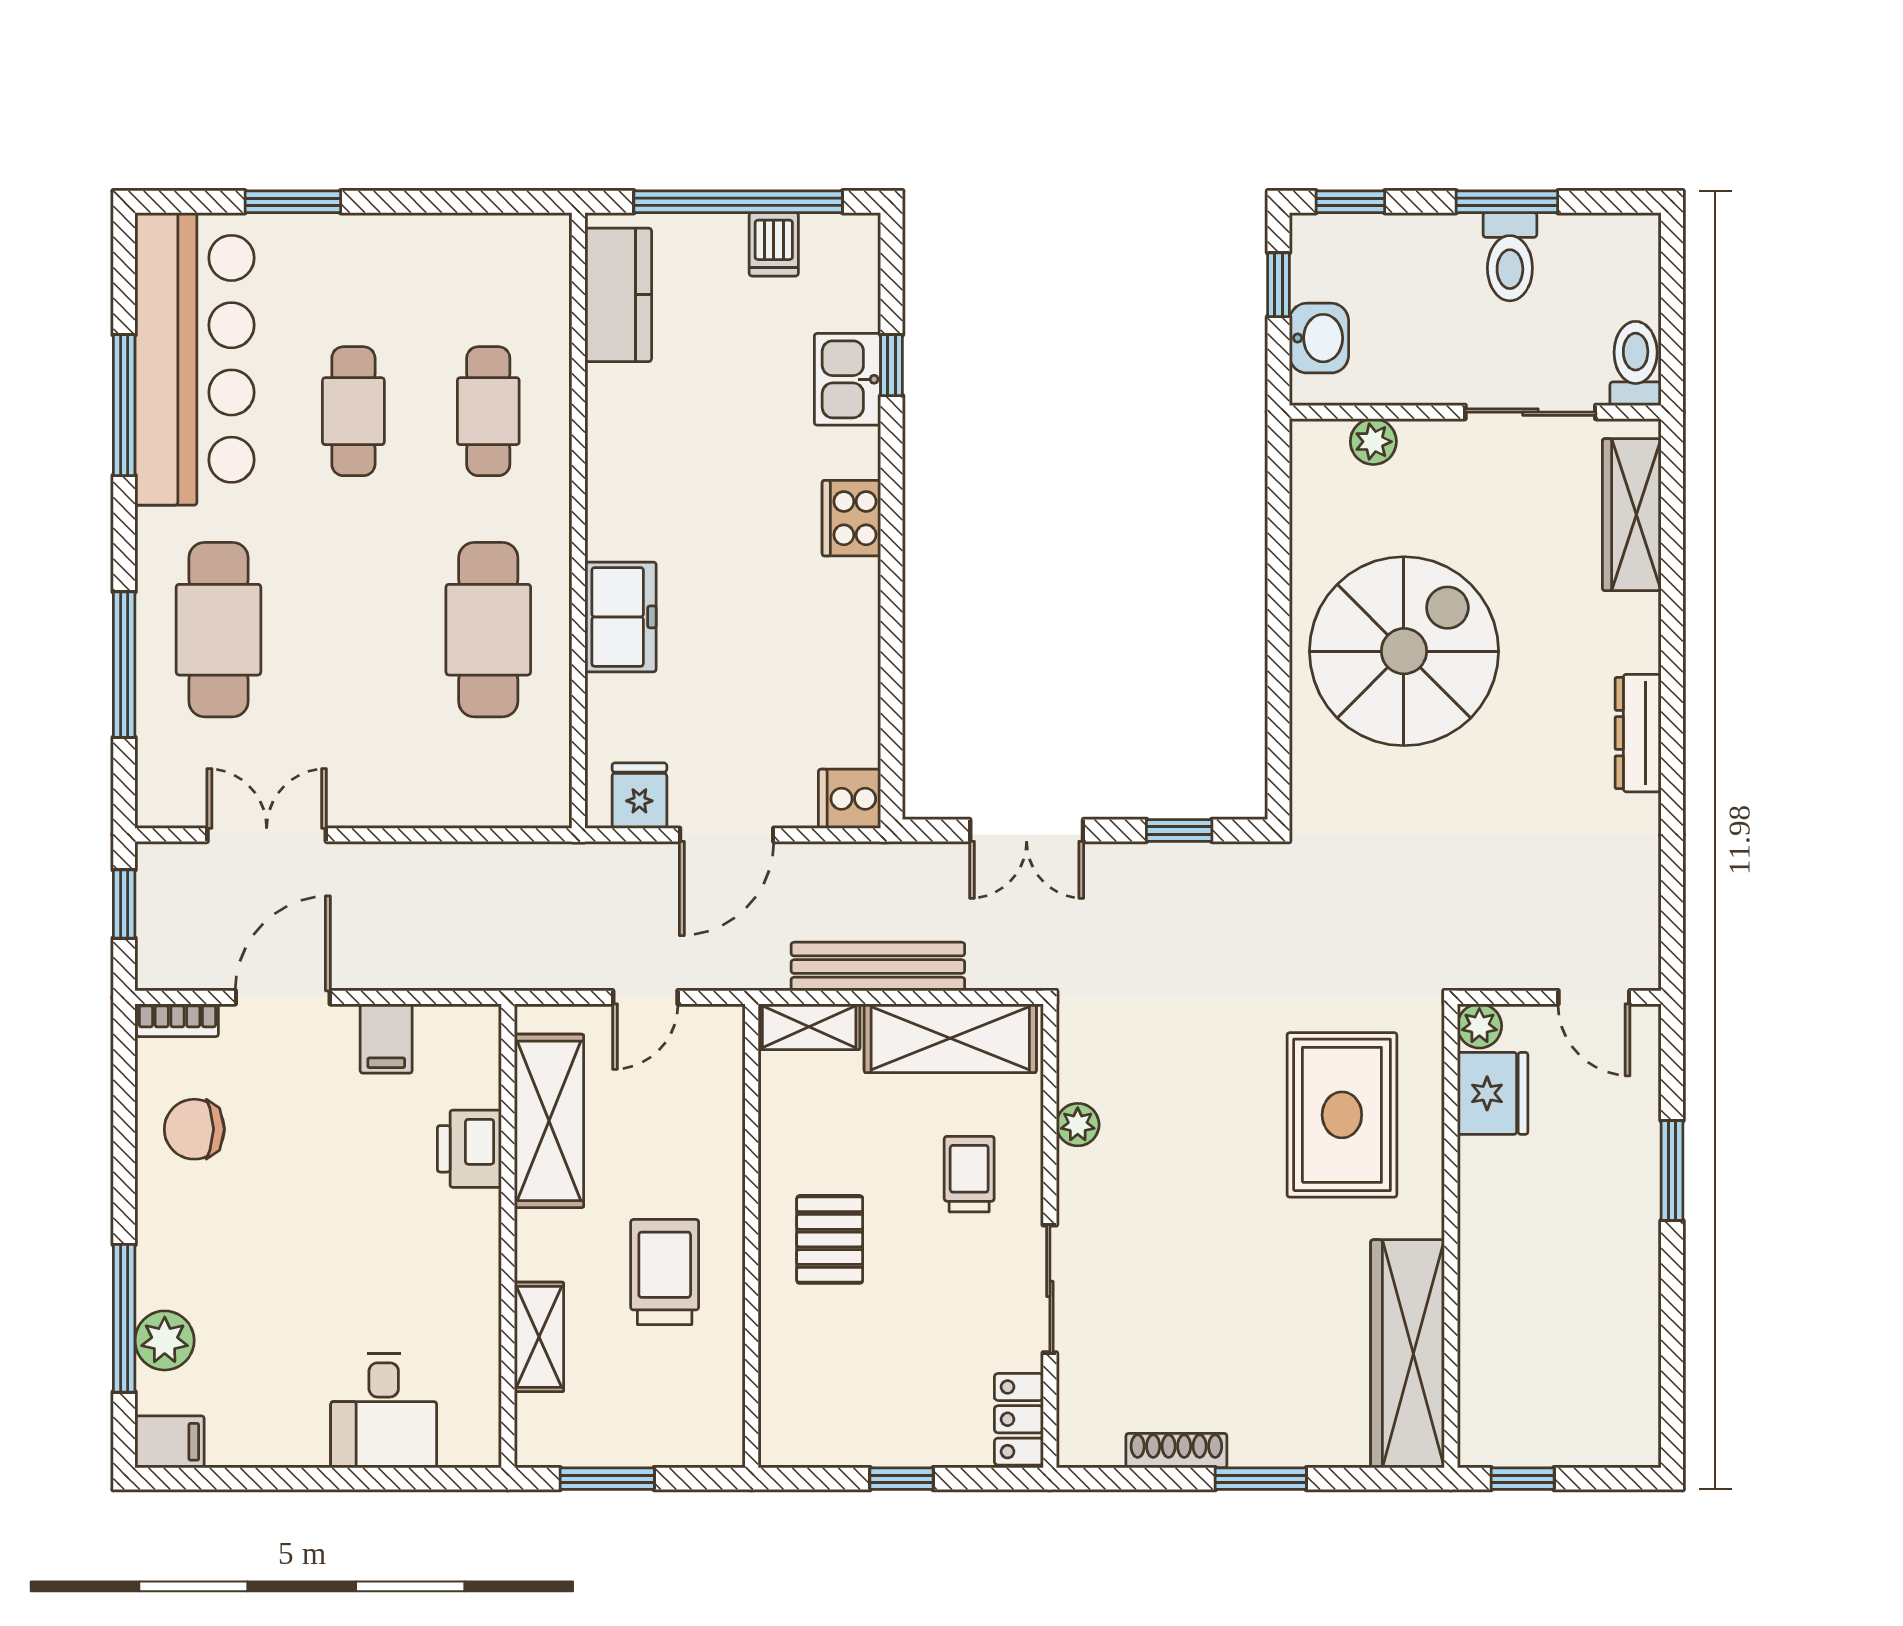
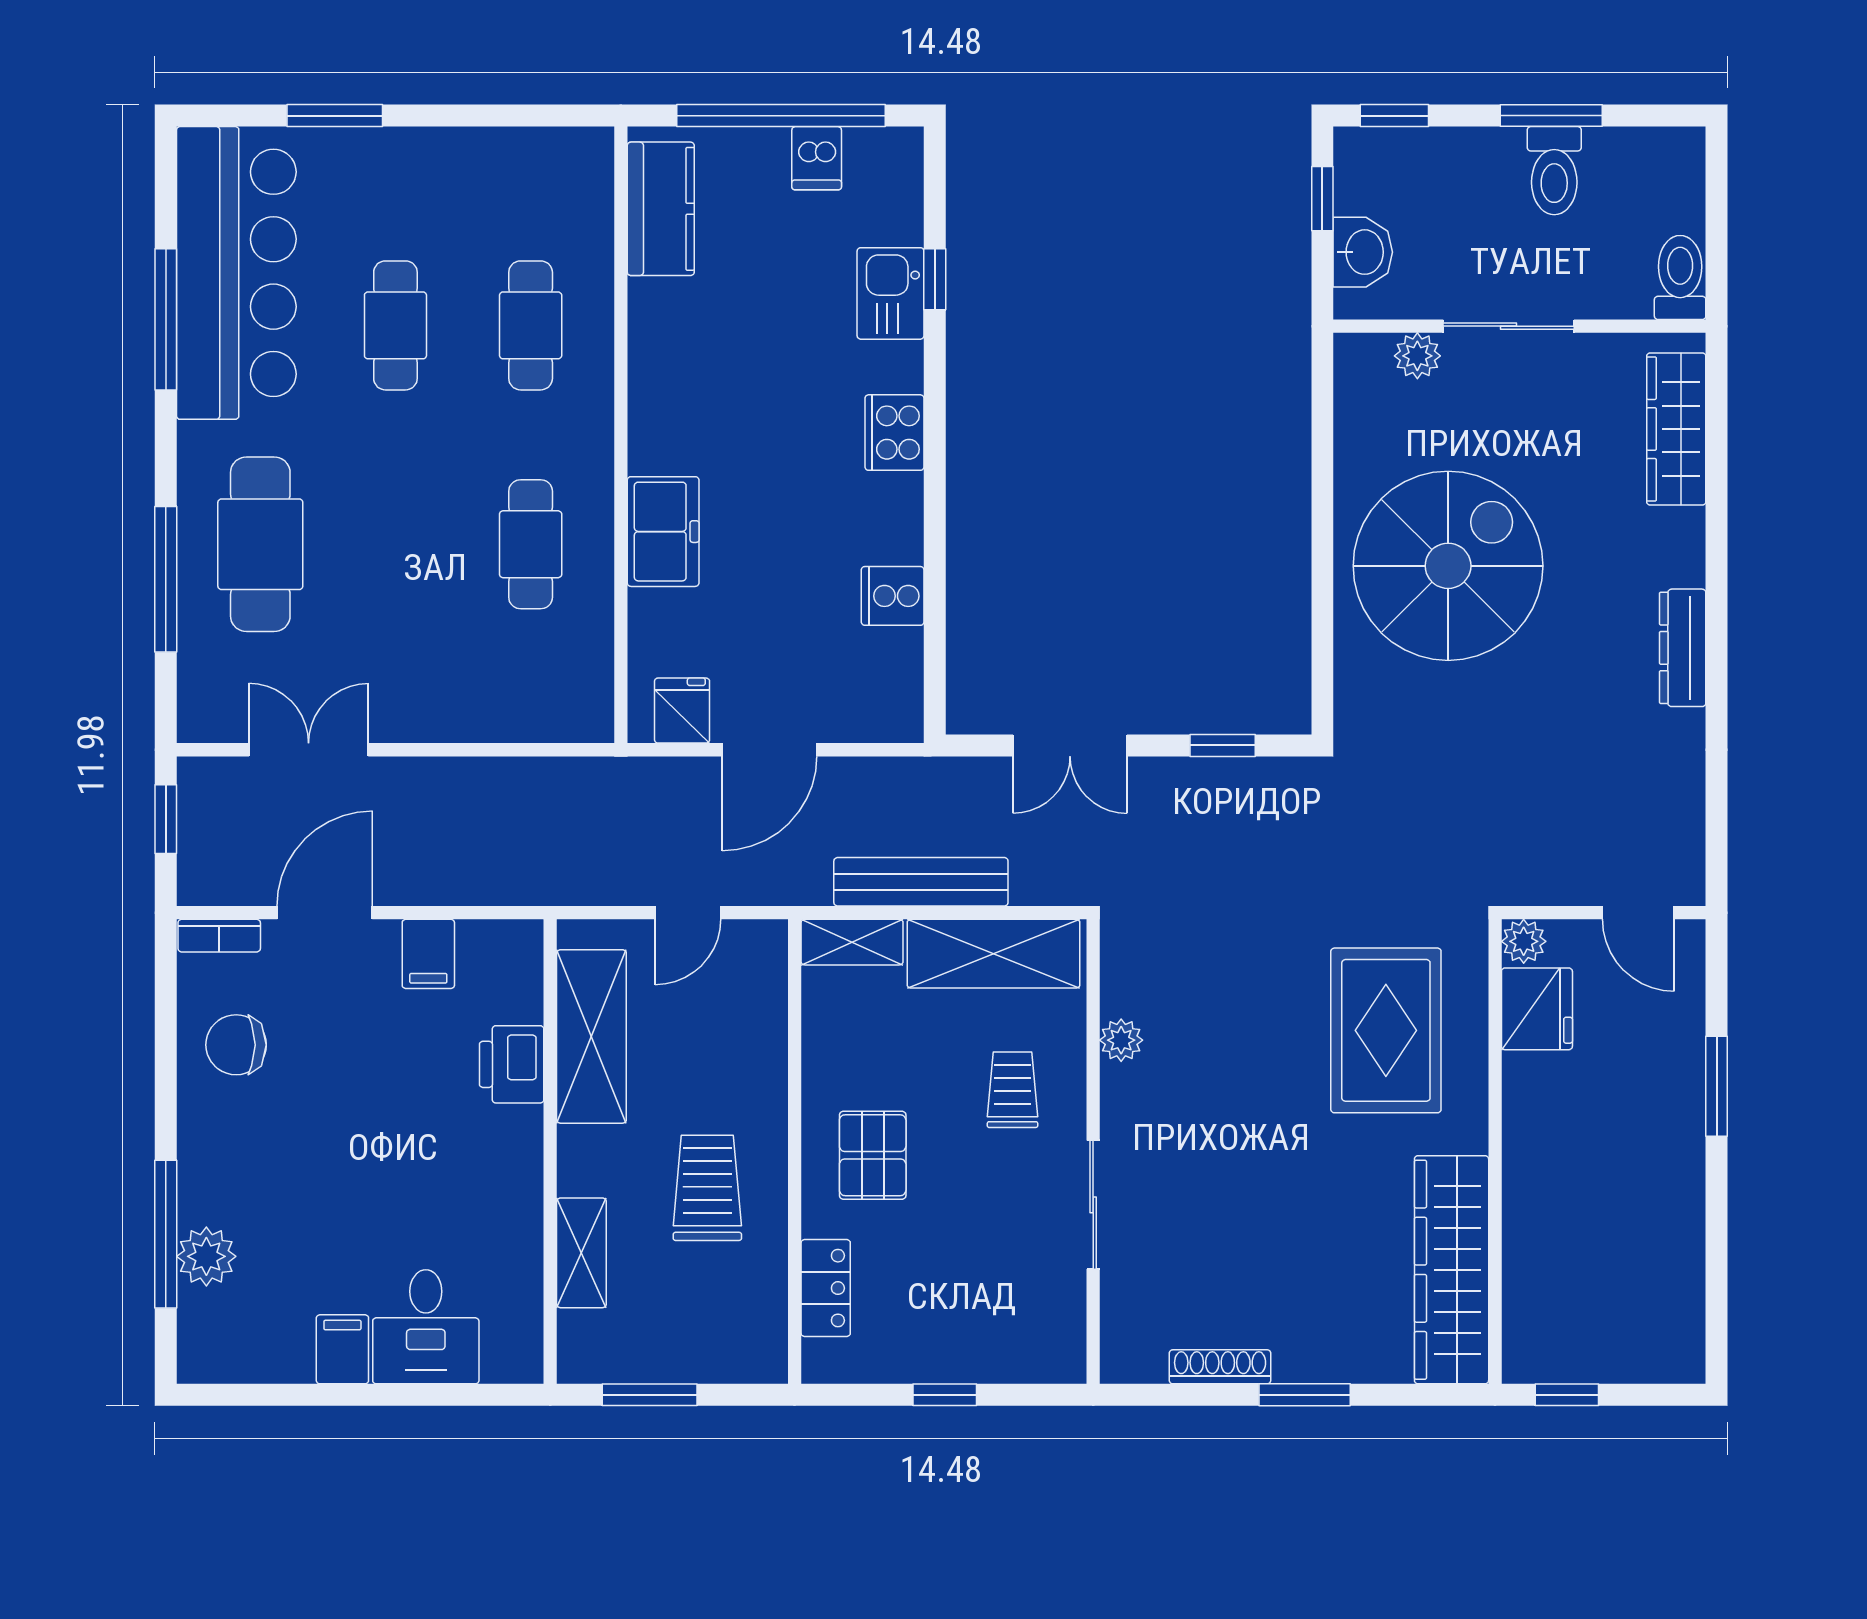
sliding door: (1530, 412) -> (1509, 326), moved
cafe table: (488, 630) -> (531, 544), width x0.73, depth x0.74
cooker: (850, 799) -> (893, 596), moved
locker: (1019, 1419) -> (826, 1288), moved, turned 180
filing cabinet: (170, 1442) -> (342, 1349), moved, turned -90

